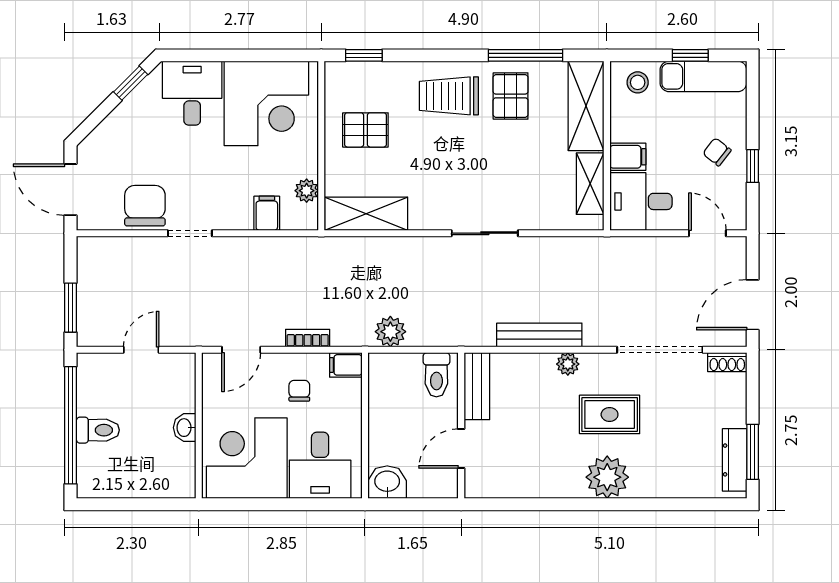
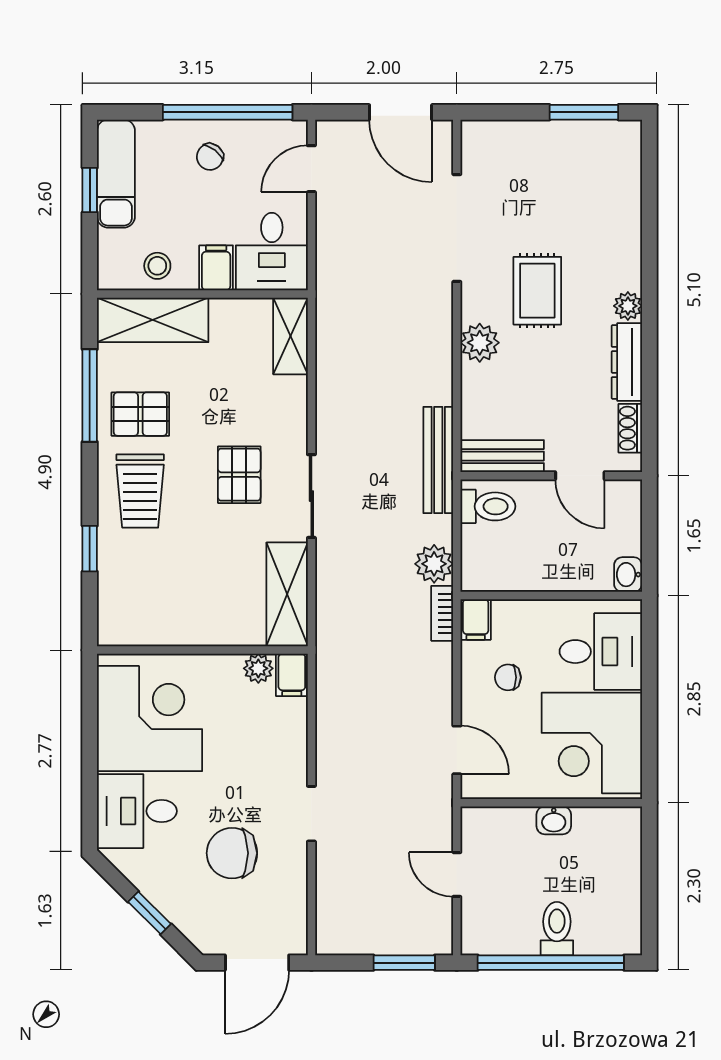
window: (364, 55) -> (90, 549), moved
stool: (638, 82) -> (157, 266), moved
window: (131, 83) -> (149, 913), moved
pallet: (365, 130) -> (239, 475), moved
window: (753, 166) -> (228, 112), width x3.17
shelving: (590, 184) -> (291, 336), moved, turned 90
chair: (145, 206) -> (232, 853), moved
filing cabinet: (267, 213) -> (292, 675), moved, turned -90
sliding door: (485, 233) -> (311, 496), moved
bench: (539, 335) -> (438, 460), moved
bookcase: (308, 338) -> (442, 613), moved
shoe rack: (727, 362) -> (630, 428), moved, turned 180
plant: (568, 364) -> (480, 343), width x1.38, depth x1.38
dresser: (735, 460) -> (627, 362), moved, turned 90
plant: (607, 477) -> (628, 306), width x0.53, depth x0.53
washbasin: (387, 482) -> (628, 575), width x0.72, depth x0.69

